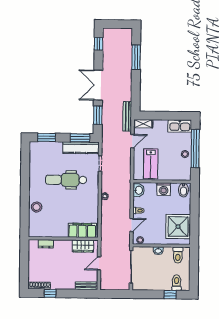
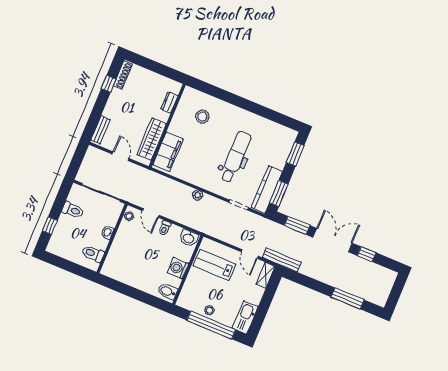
window: (99, 44) -> (367, 254), moved
stool: (37, 207) -> (202, 117), moved
shower: (178, 227) -> (127, 268), removed
wardrobe: (83, 246) -> (152, 139), width x1.50
toilet: (177, 283) -> (73, 210), moved

